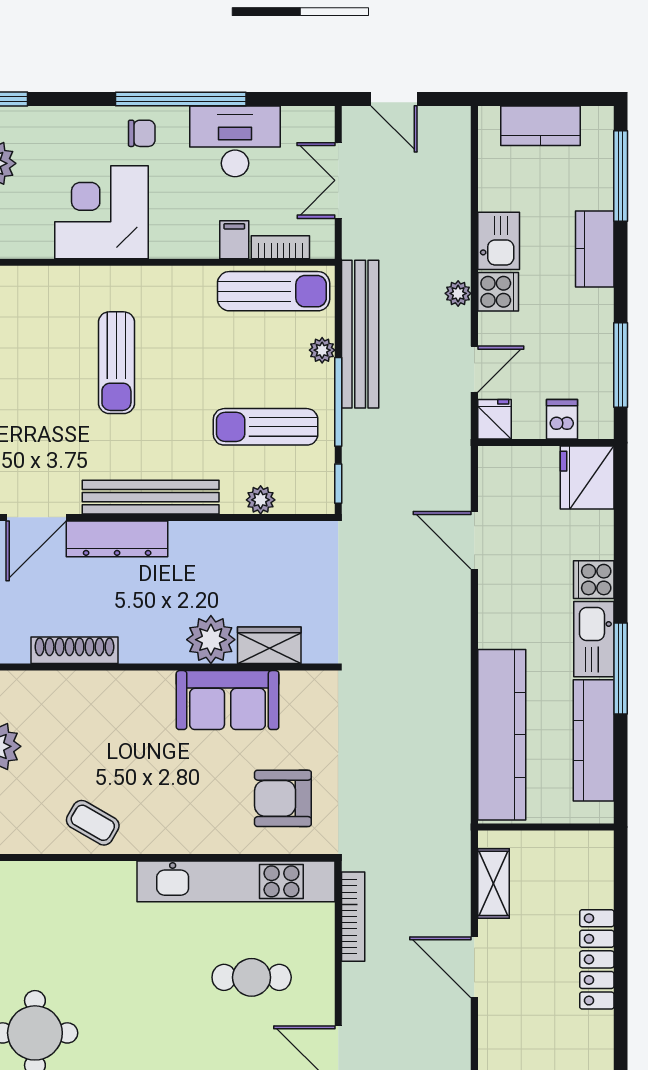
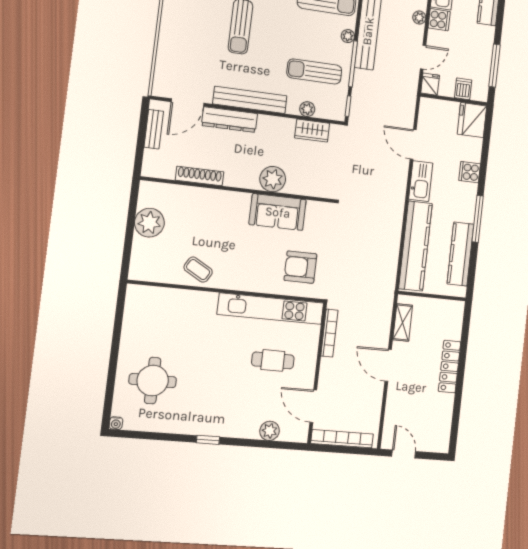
kitchen sink: (594, 639) -> (421, 181), moved, turned 180
wardrobe: (269, 645) -> (312, 131), moved, turned 180

